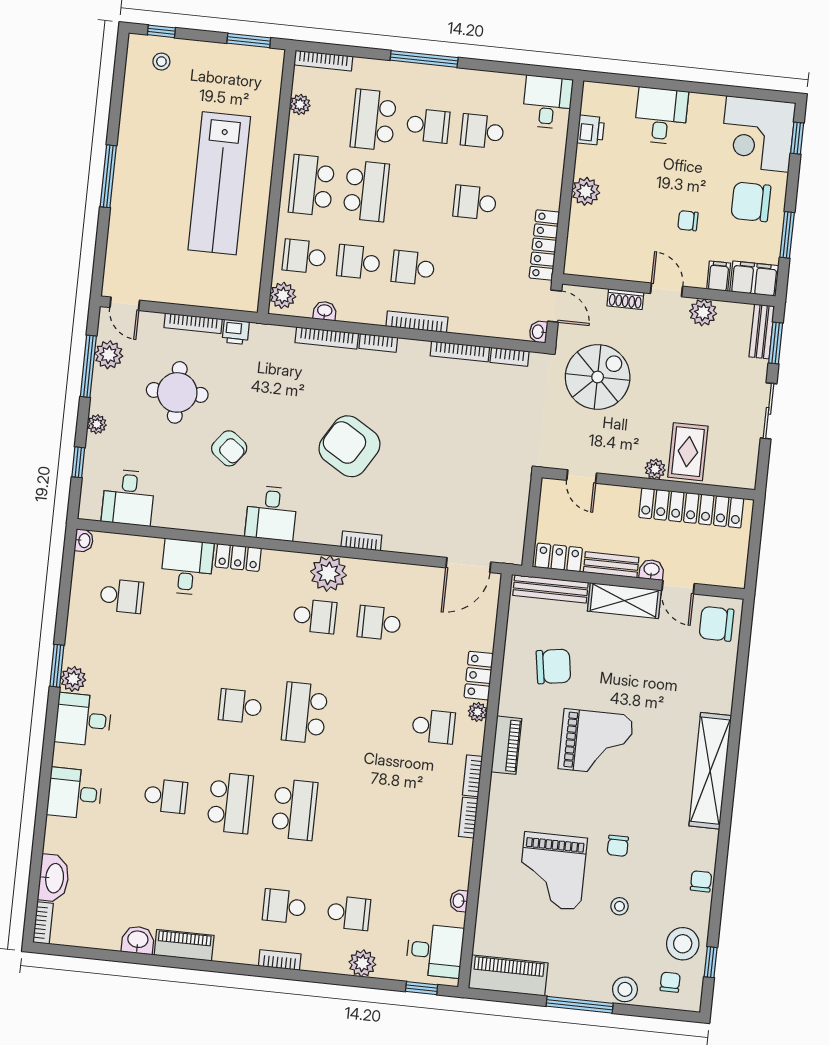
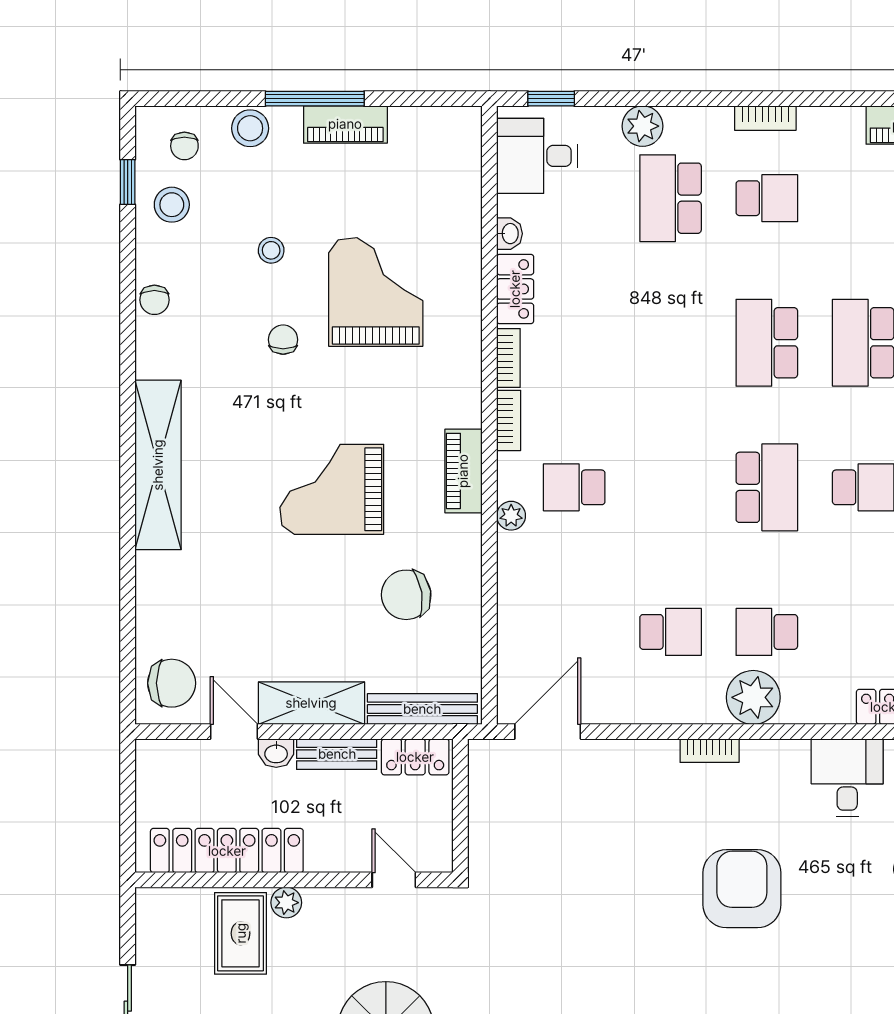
armchair: (349, 446) -> (742, 889), turned -121
locker: (479, 676) -> (515, 289), moved
school desk: (349, 913) -> (671, 198), width x1.85
stool: (683, 944) -> (172, 205), width x0.73, depth x0.73
piano: (508, 976) -> (345, 124), moved, width x0.73, depth x0.75

